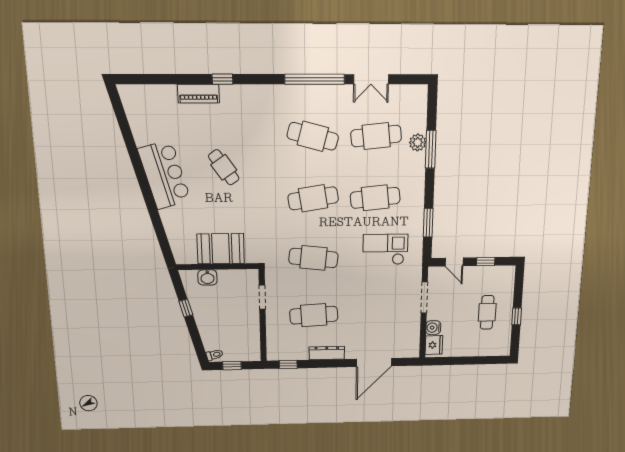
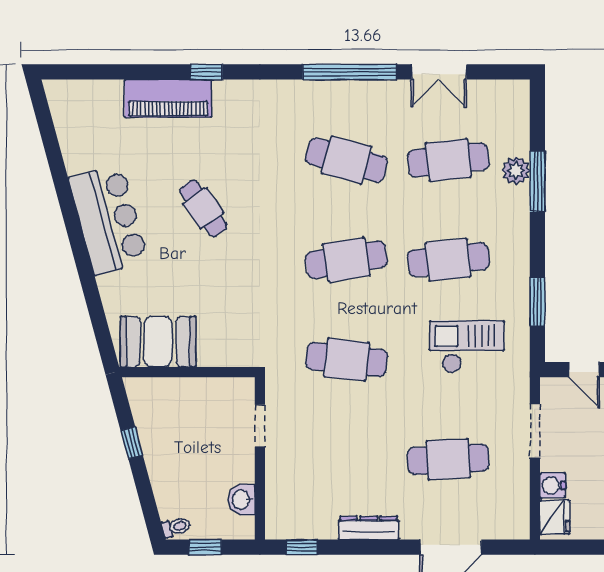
piano: (198, 94) -> (168, 98), width x1.37, depth x1.33
booth: (221, 249) -> (158, 342), moved
washbasin: (207, 277) -> (242, 500), moved, turned 90
cafe table: (314, 315) -> (448, 459), moved

